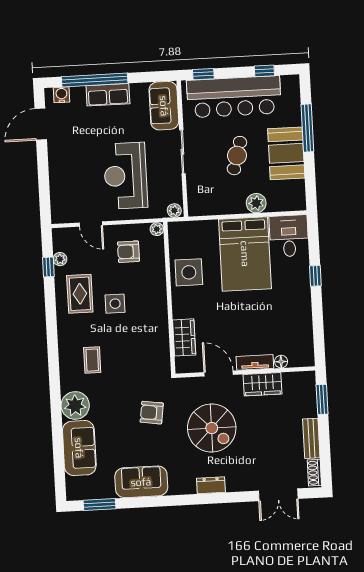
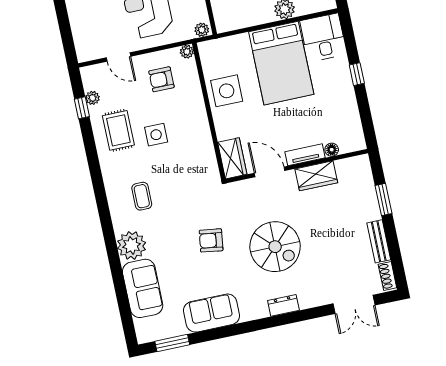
tv unit: (255, 362) -> (305, 155), moved
floor lamp: (281, 362) -> (332, 150), moved
wall: (245, 372) -> (297, 166), moved
door: (219, 374) -> (270, 172), moved
wardrobe: (262, 384) -> (316, 176), moved

